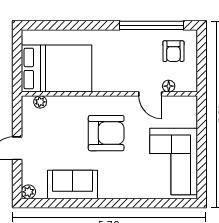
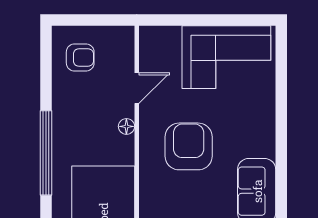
window: (152, 25) -> (46, 153), moved
floor lamp: (169, 86) -> (126, 126), moved

